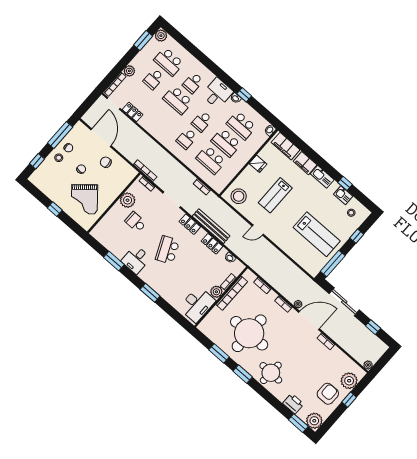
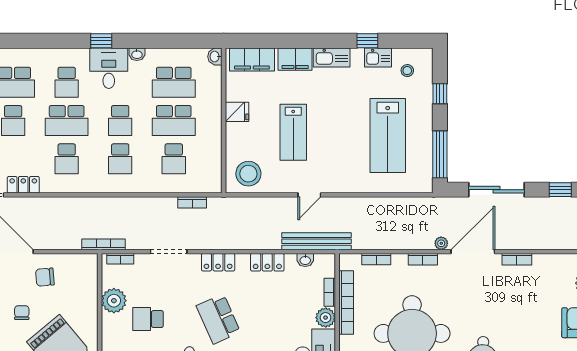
window: (244, 95) -> (101, 41), moved
school desk: (162, 117) -> (67, 159), added
school desk: (211, 160) -> (174, 159), width x0.54
bench: (211, 226) -> (317, 241), moved
lab bench: (317, 234) -> (388, 135), turned 90

